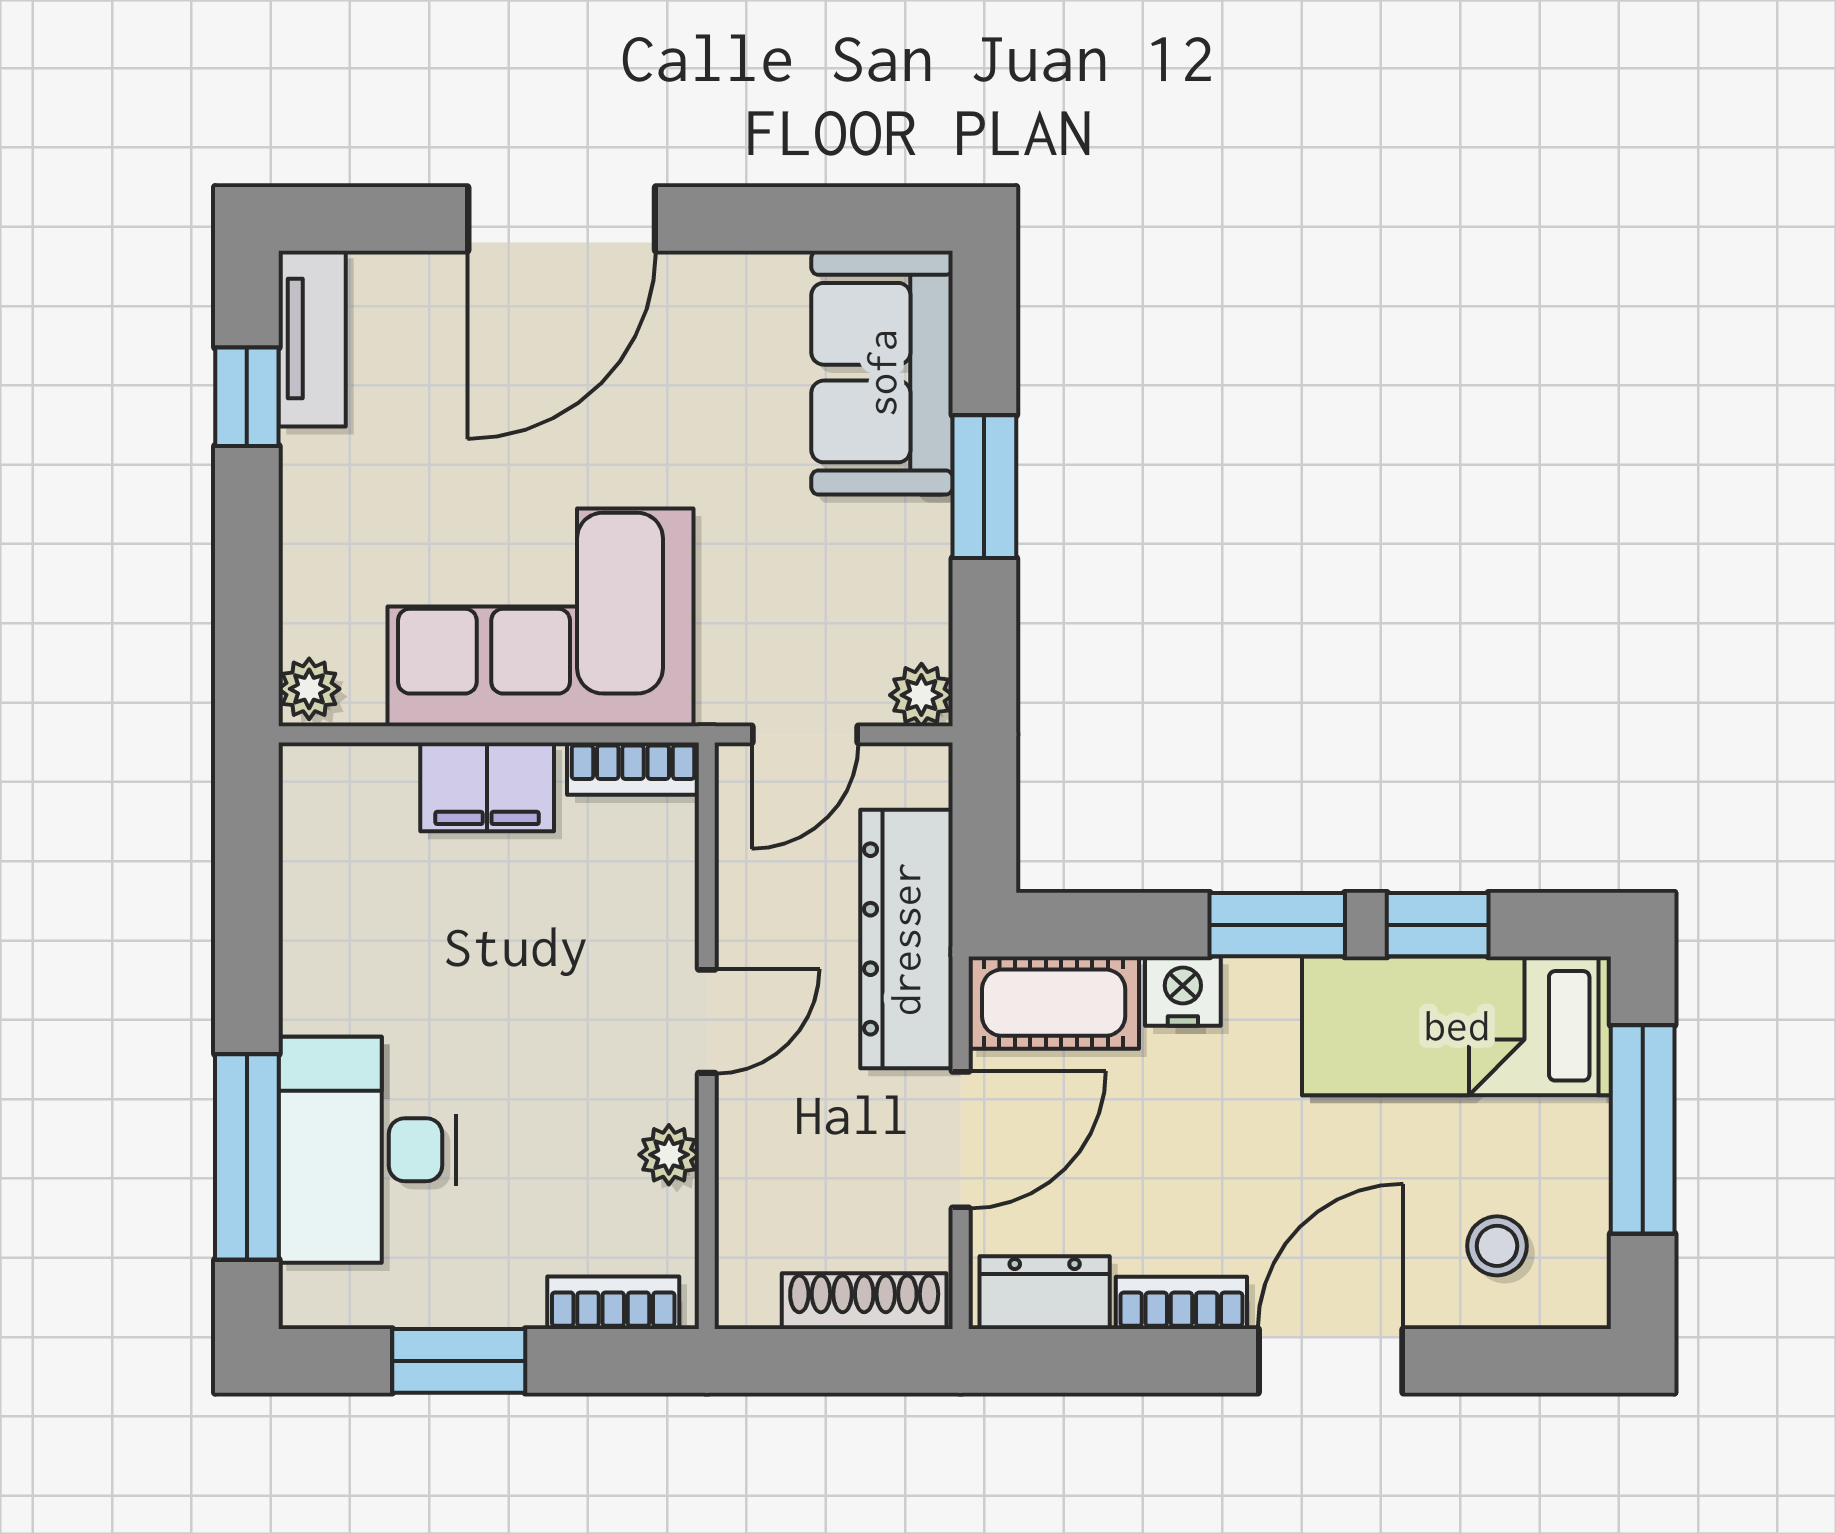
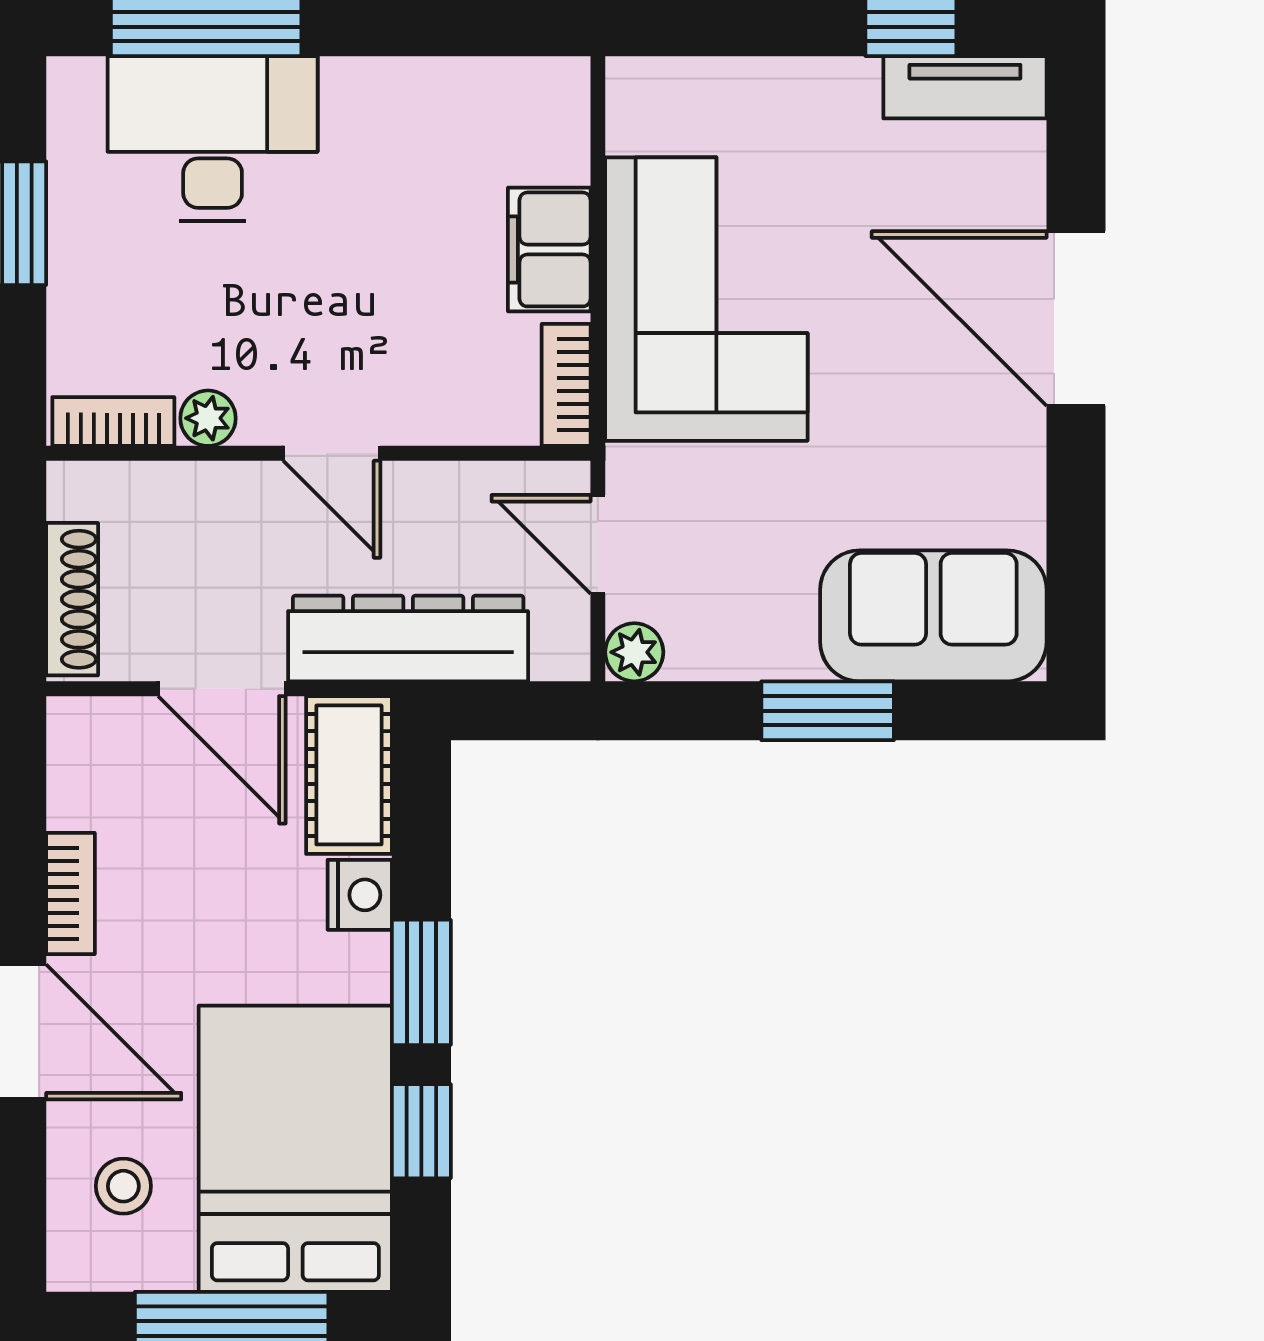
plant: (309, 689) -> (640, 84), removed
bed: (1457, 1026) -> (295, 1149), width x1.50
dresser: (1045, 1293) -> (80, 767), removed
bookcase: (613, 1303) -> (113, 422), moved, turned -90

